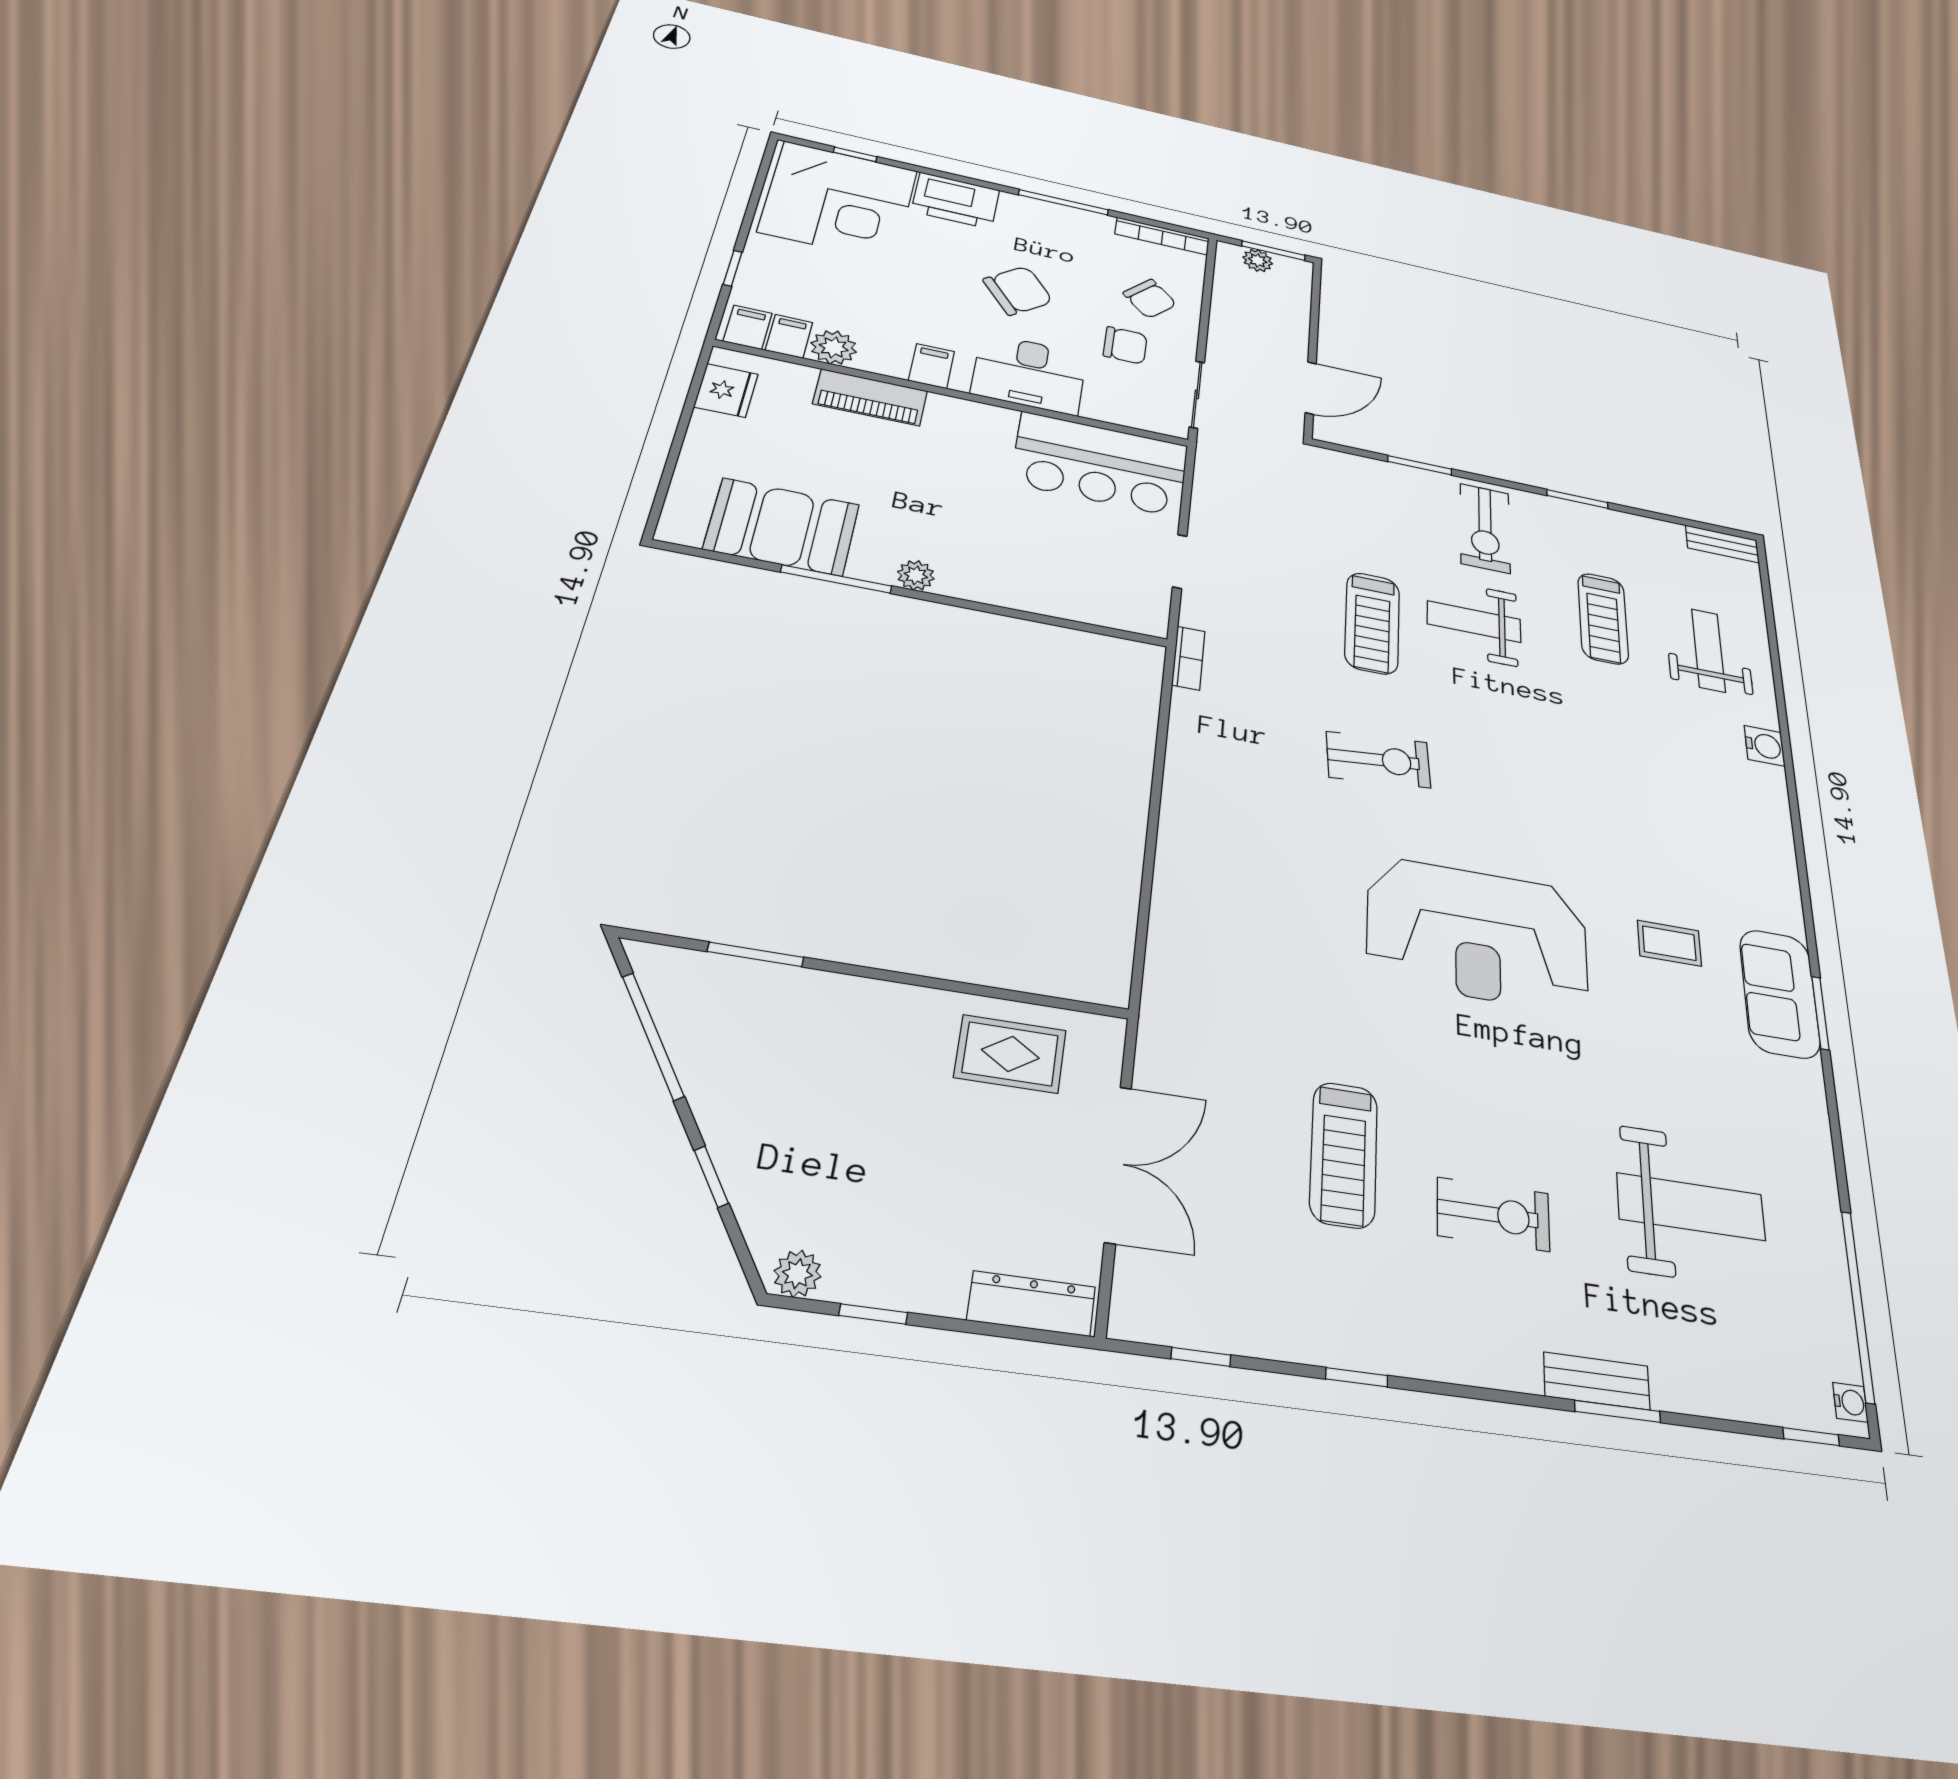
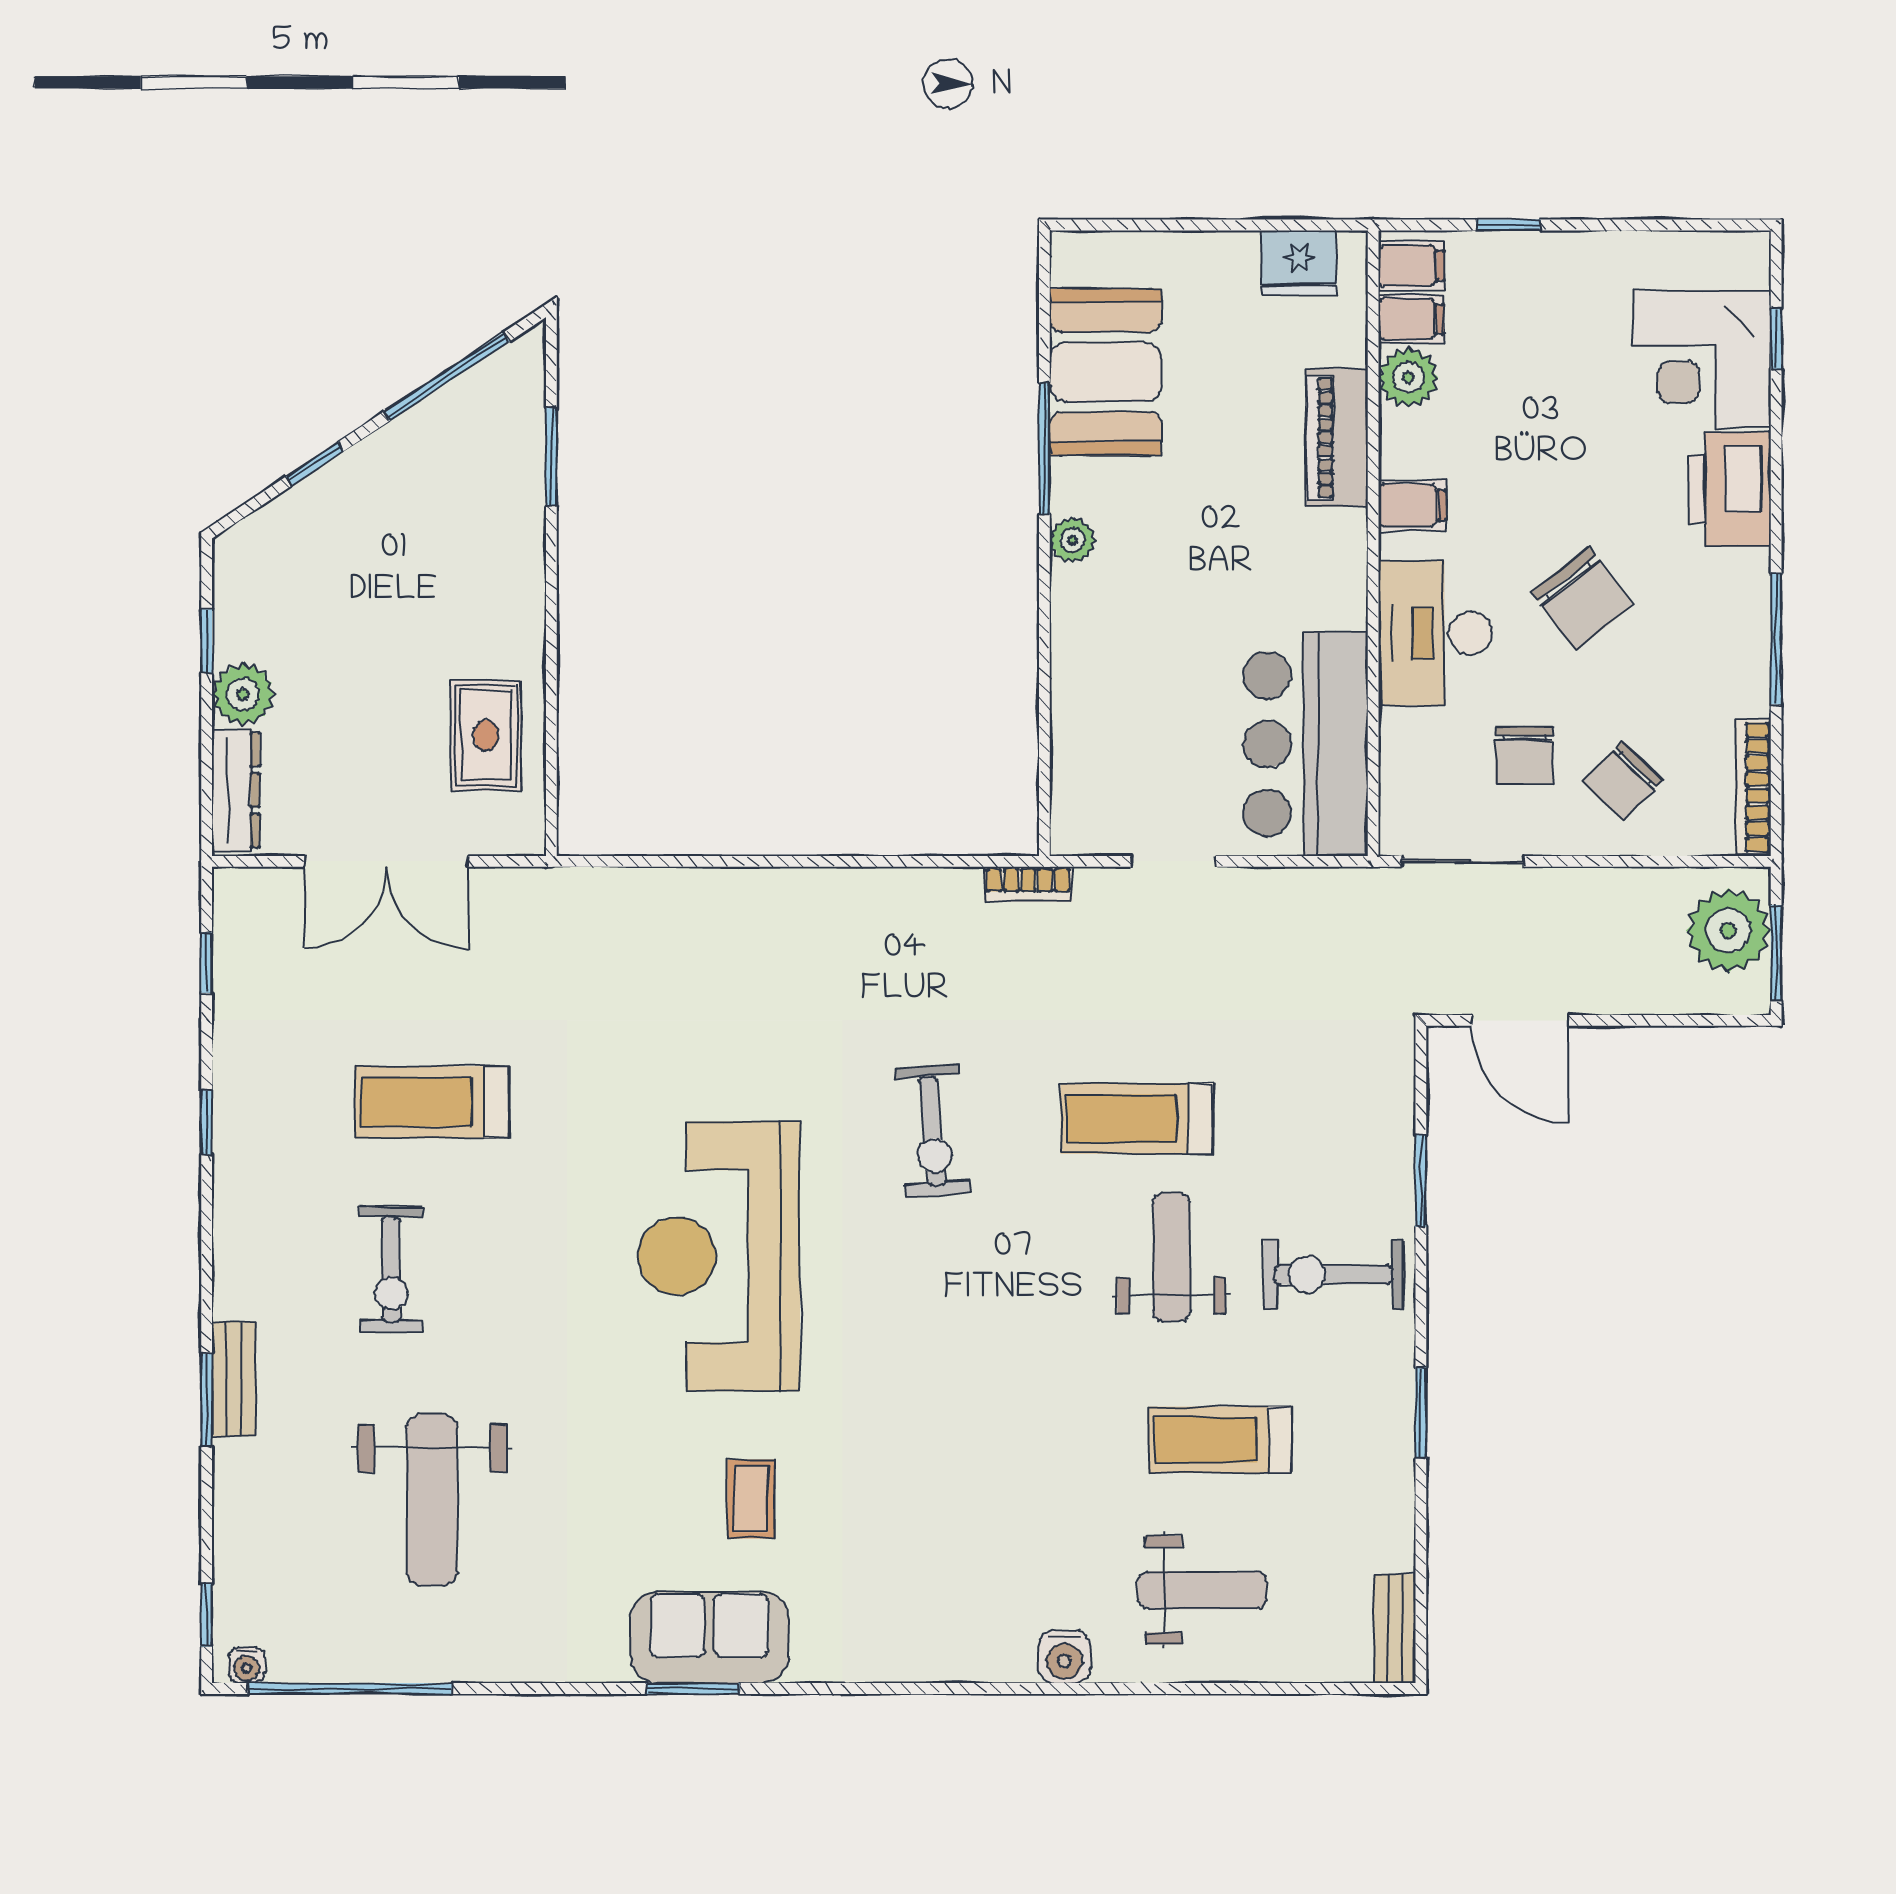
corner desk: (839, 201) -> (1702, 359), width x0.74, depth x0.74
plant: (1258, 260) -> (1728, 931), width x1.88, depth x1.88
plant: (798, 1274) -> (243, 694), moved, width x1.38, depth x1.38

